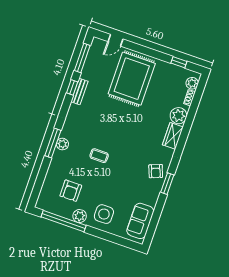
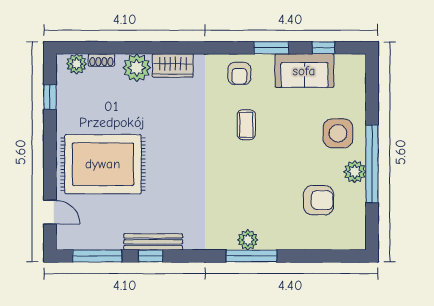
bench: (79, 91) -> (153, 242), width x1.36
coffee table: (99, 156) -> (246, 125), moved
armchair: (156, 171) -> (239, 73), turned 111
window: (167, 184) -> (271, 48), moved
window: (64, 221) -> (372, 164), moved
sofa: (140, 221) -> (304, 71), moved
window: (154, 222) -> (323, 48), added

